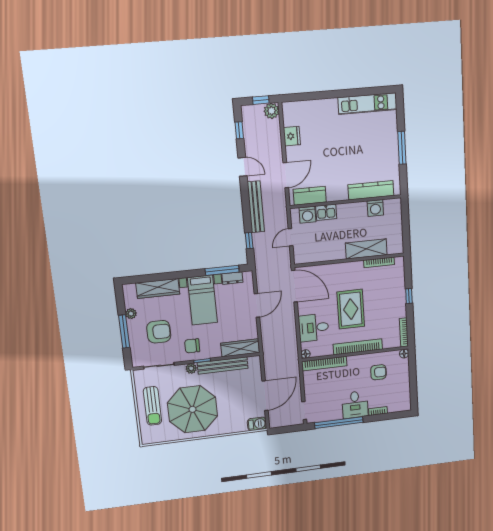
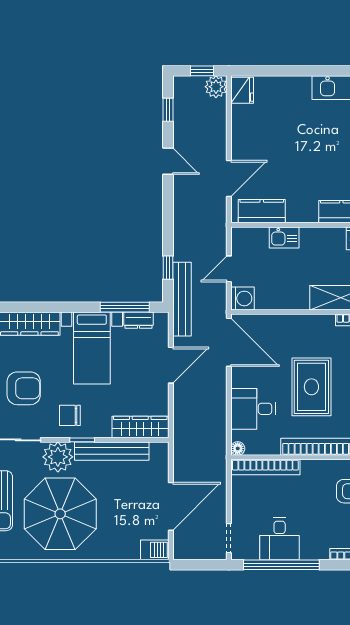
fridge: (292, 136) -> (242, 90), moved
bench: (256, 207) -> (182, 299), moved
washing machine: (307, 215) -> (242, 298), moved, turned -90
plant: (191, 368) -> (58, 457), width x1.87, depth x1.87
desk: (355, 405) -> (280, 539), moved

